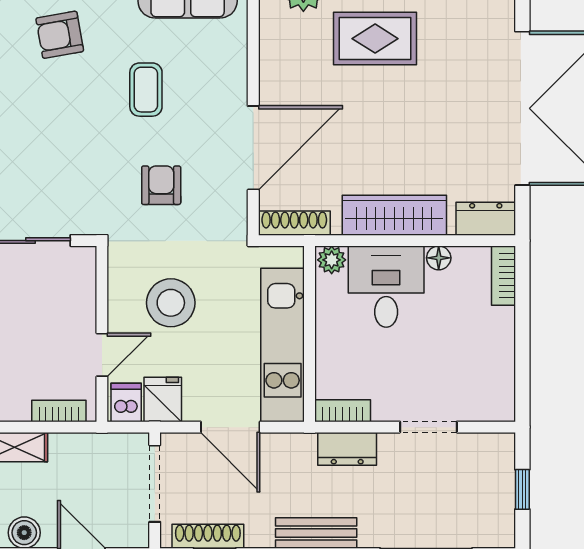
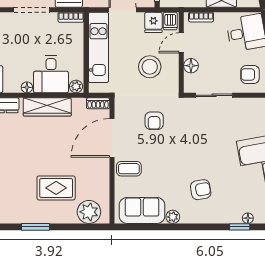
coffee table: (146, 90) -> (129, 169), moved, turned 90
shoe rack: (294, 223) -> (98, 103), width x0.70
floor lamp: (81, 305) -> (191, 66), added
doorway: (428, 427) -> (32, 10), width x1.38

